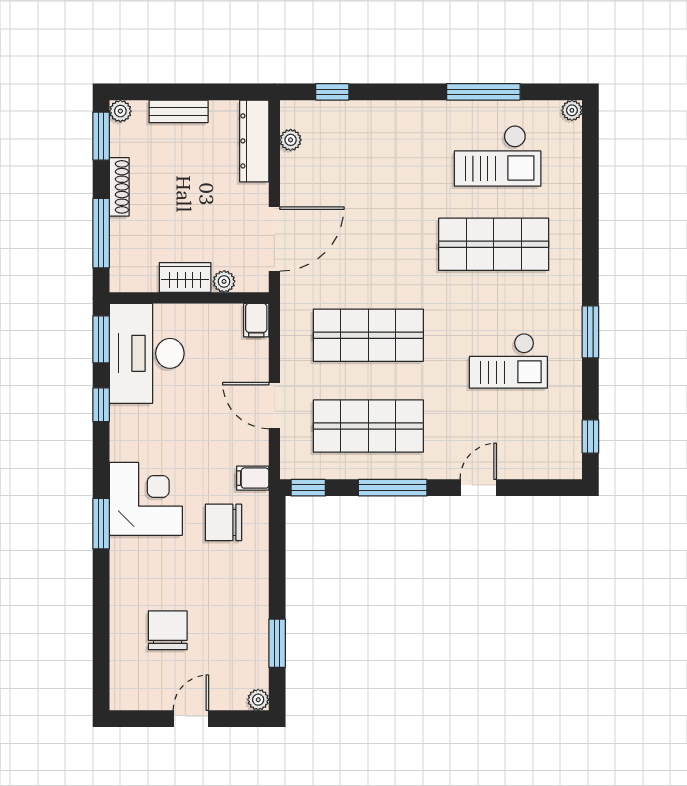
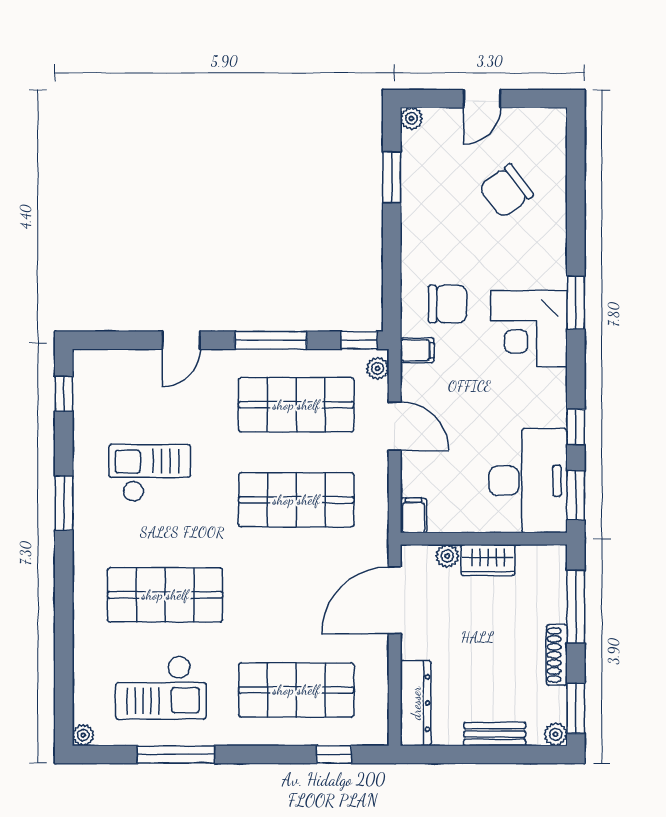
plant: (291, 140) -> (378, 368), moved
shop shelf: (368, 153) -> (296, 690), added
checkout: (498, 156) -> (161, 687), turned 180
chair: (168, 630) -> (506, 191), turned 53

